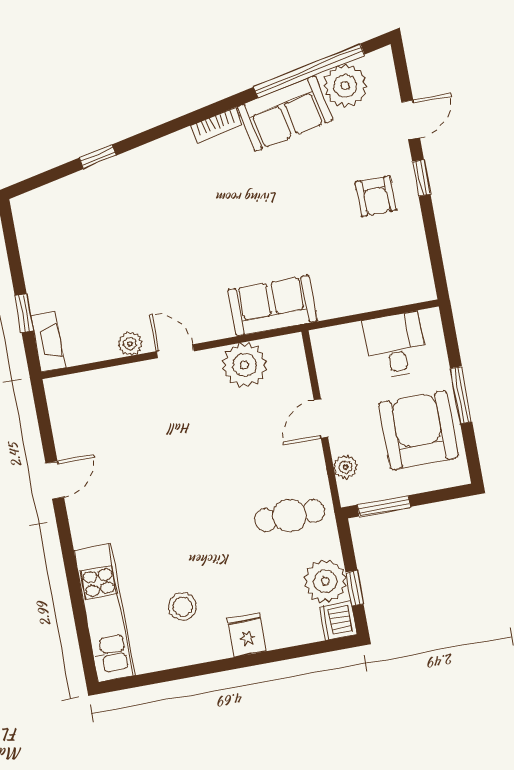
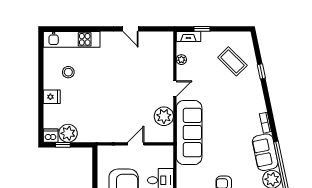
coffee table: (87, 228) -> (232, 61), added
sofa: (273, 305) -> (189, 132), width x1.85, depth x1.27
plant: (130, 344) -> (181, 60), moved
door: (321, 419) -> (136, 144), hinge flipped
plant: (345, 467) -> (114, 150), removed
window: (384, 506) -> (95, 163), removed
cafe table: (290, 516) -> (98, 124), removed

